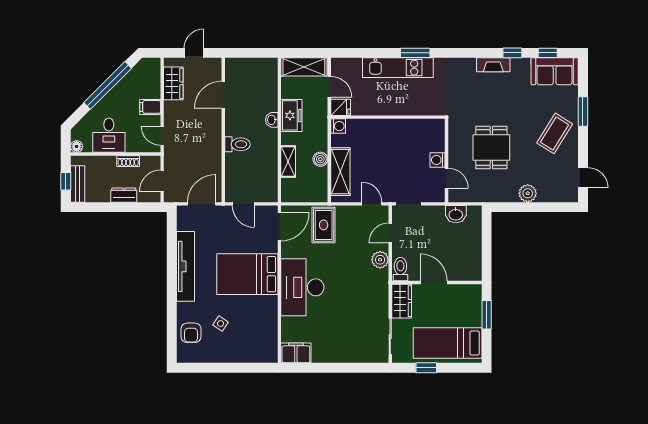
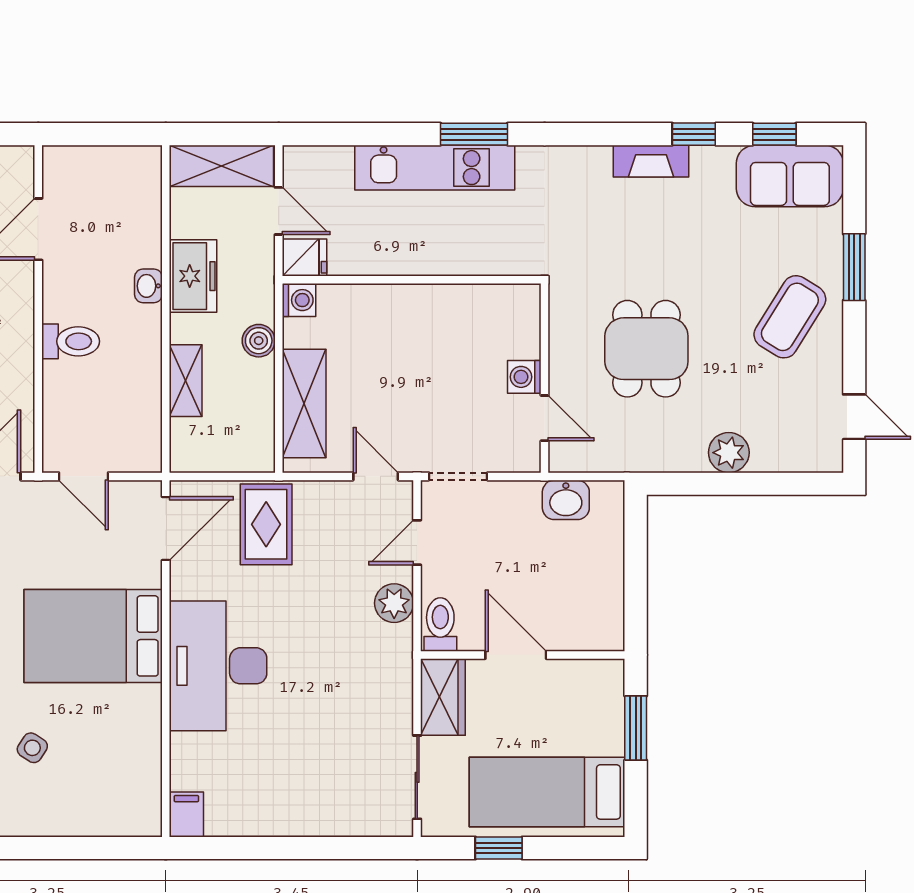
boiler: (320, 159) -> (259, 341), moved
filing cabinet: (296, 353) -> (186, 814), width x0.50

